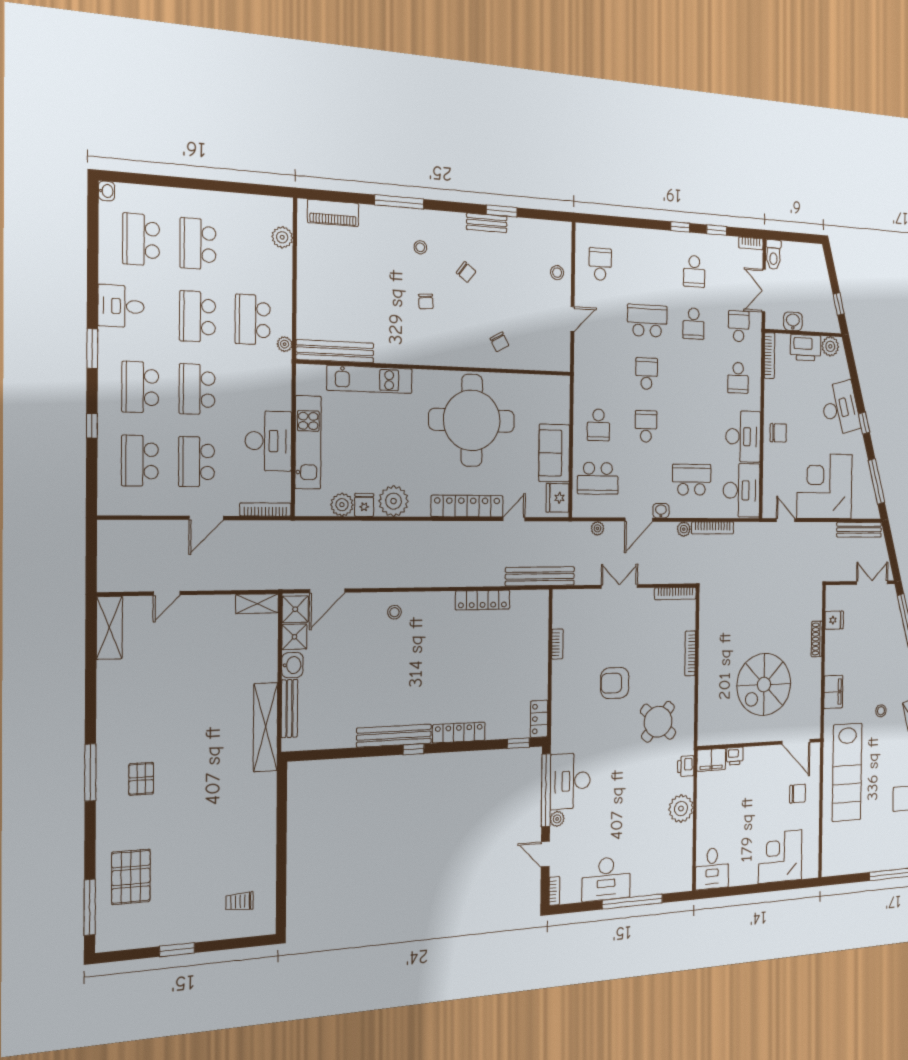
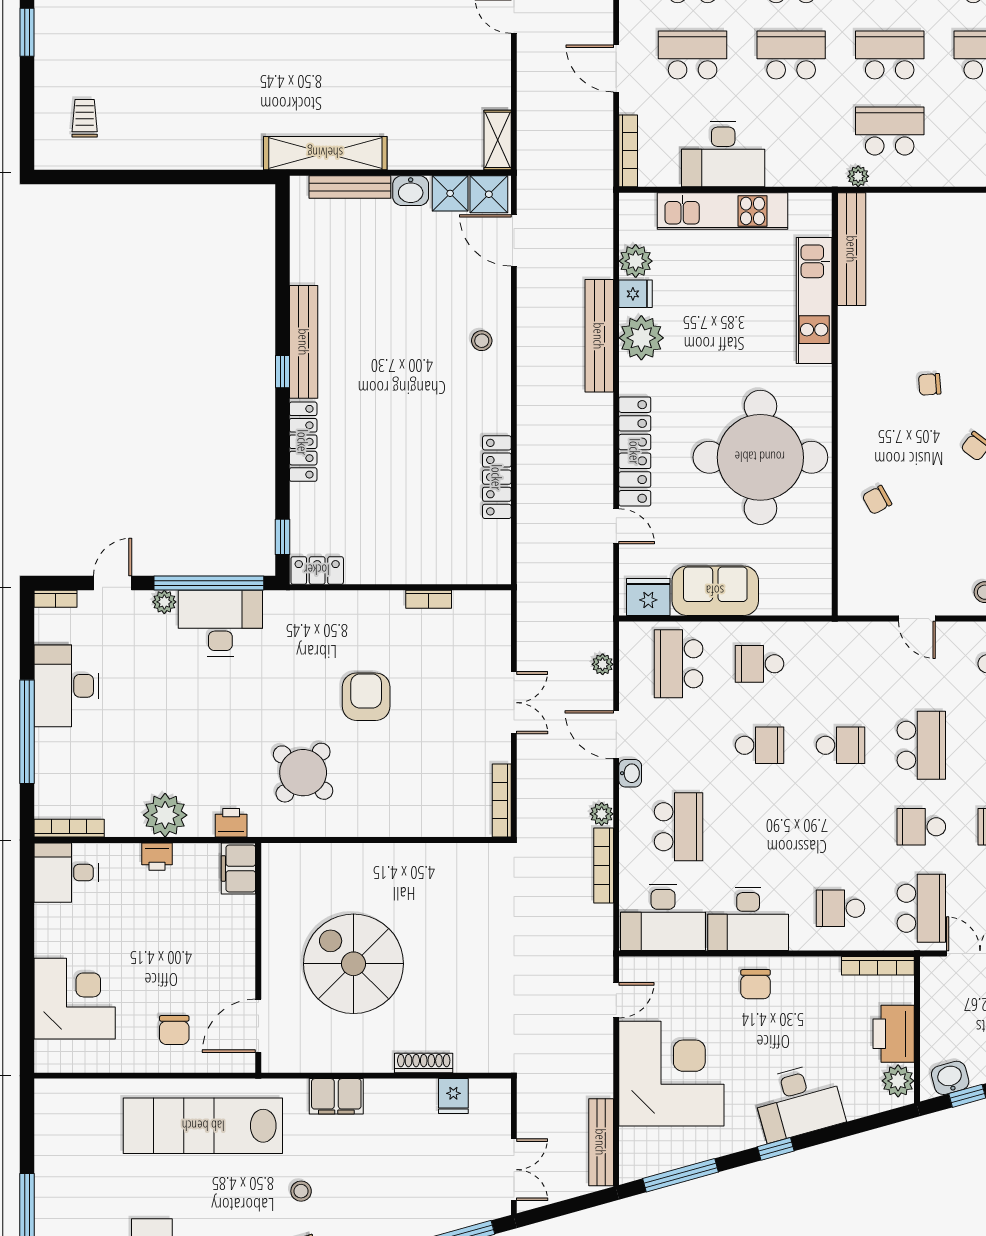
washbasin: (793, 321) -> (950, 1078), moved, turned -106
school desk: (739, 326) -> (921, 908), width x1.85
bench: (540, 576) -> (599, 336), moved
bookcase: (690, 653) -> (69, 828), moved
printer: (735, 756) -> (157, 857), moved, turned -90

